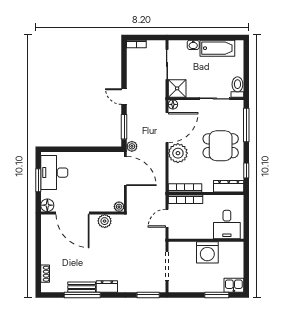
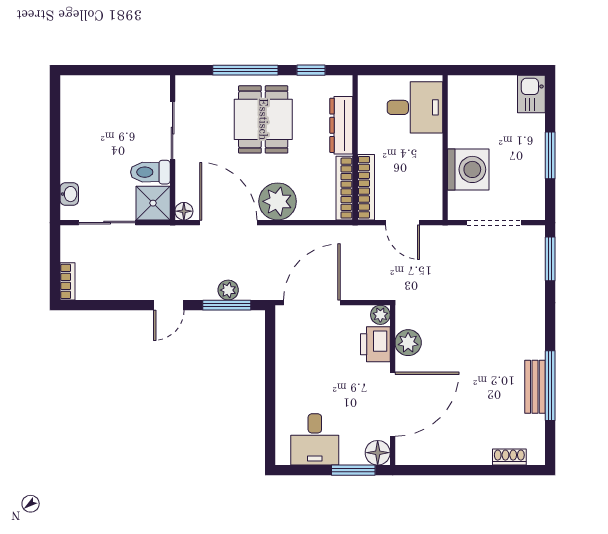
washbasin: (193, 45) -> (69, 194), moved
bathtub: (217, 48) -> (76, 126), removed
toilet: (237, 87) -> (150, 172), moved
window: (246, 125) -> (245, 70), moved
plant: (132, 146) -> (228, 290), moved
desk: (54, 173) -> (315, 439), width x0.73
window: (38, 180) -> (353, 470), moved
dresser: (229, 186) -> (341, 125), moved
printer: (104, 204) -> (375, 344), added
washing machine: (207, 252) -> (468, 169), moved
dresser: (107, 286) -> (534, 338), removed
window: (217, 295) -> (550, 155), moved

